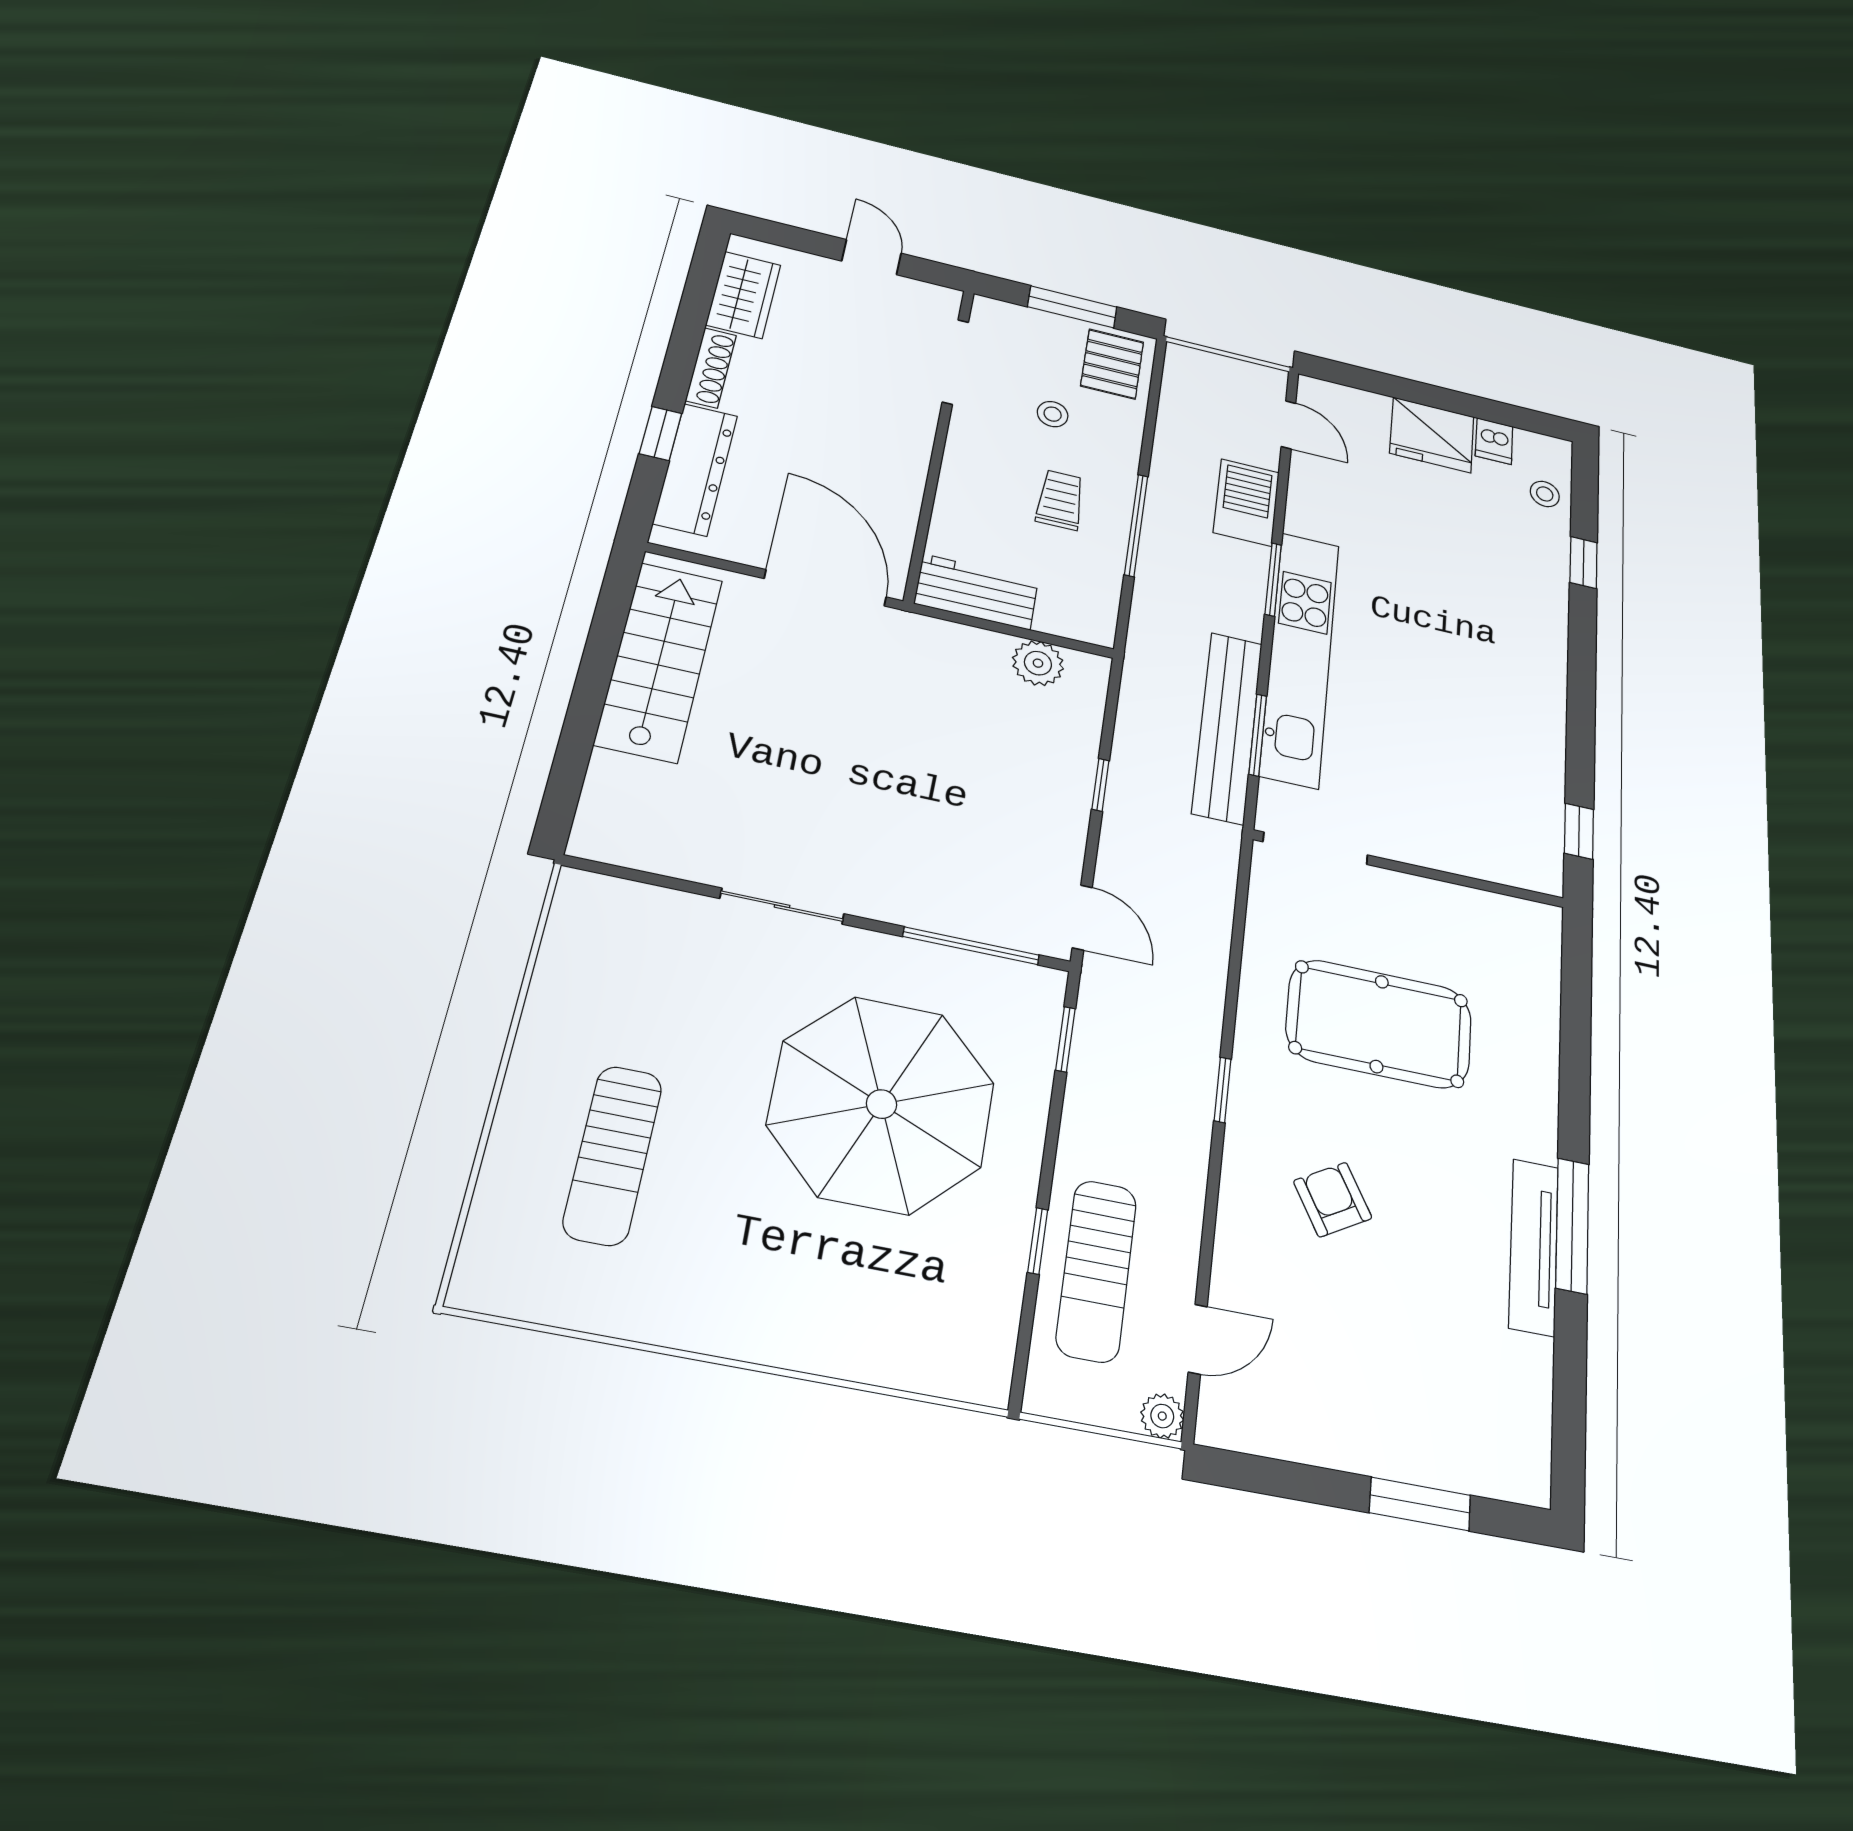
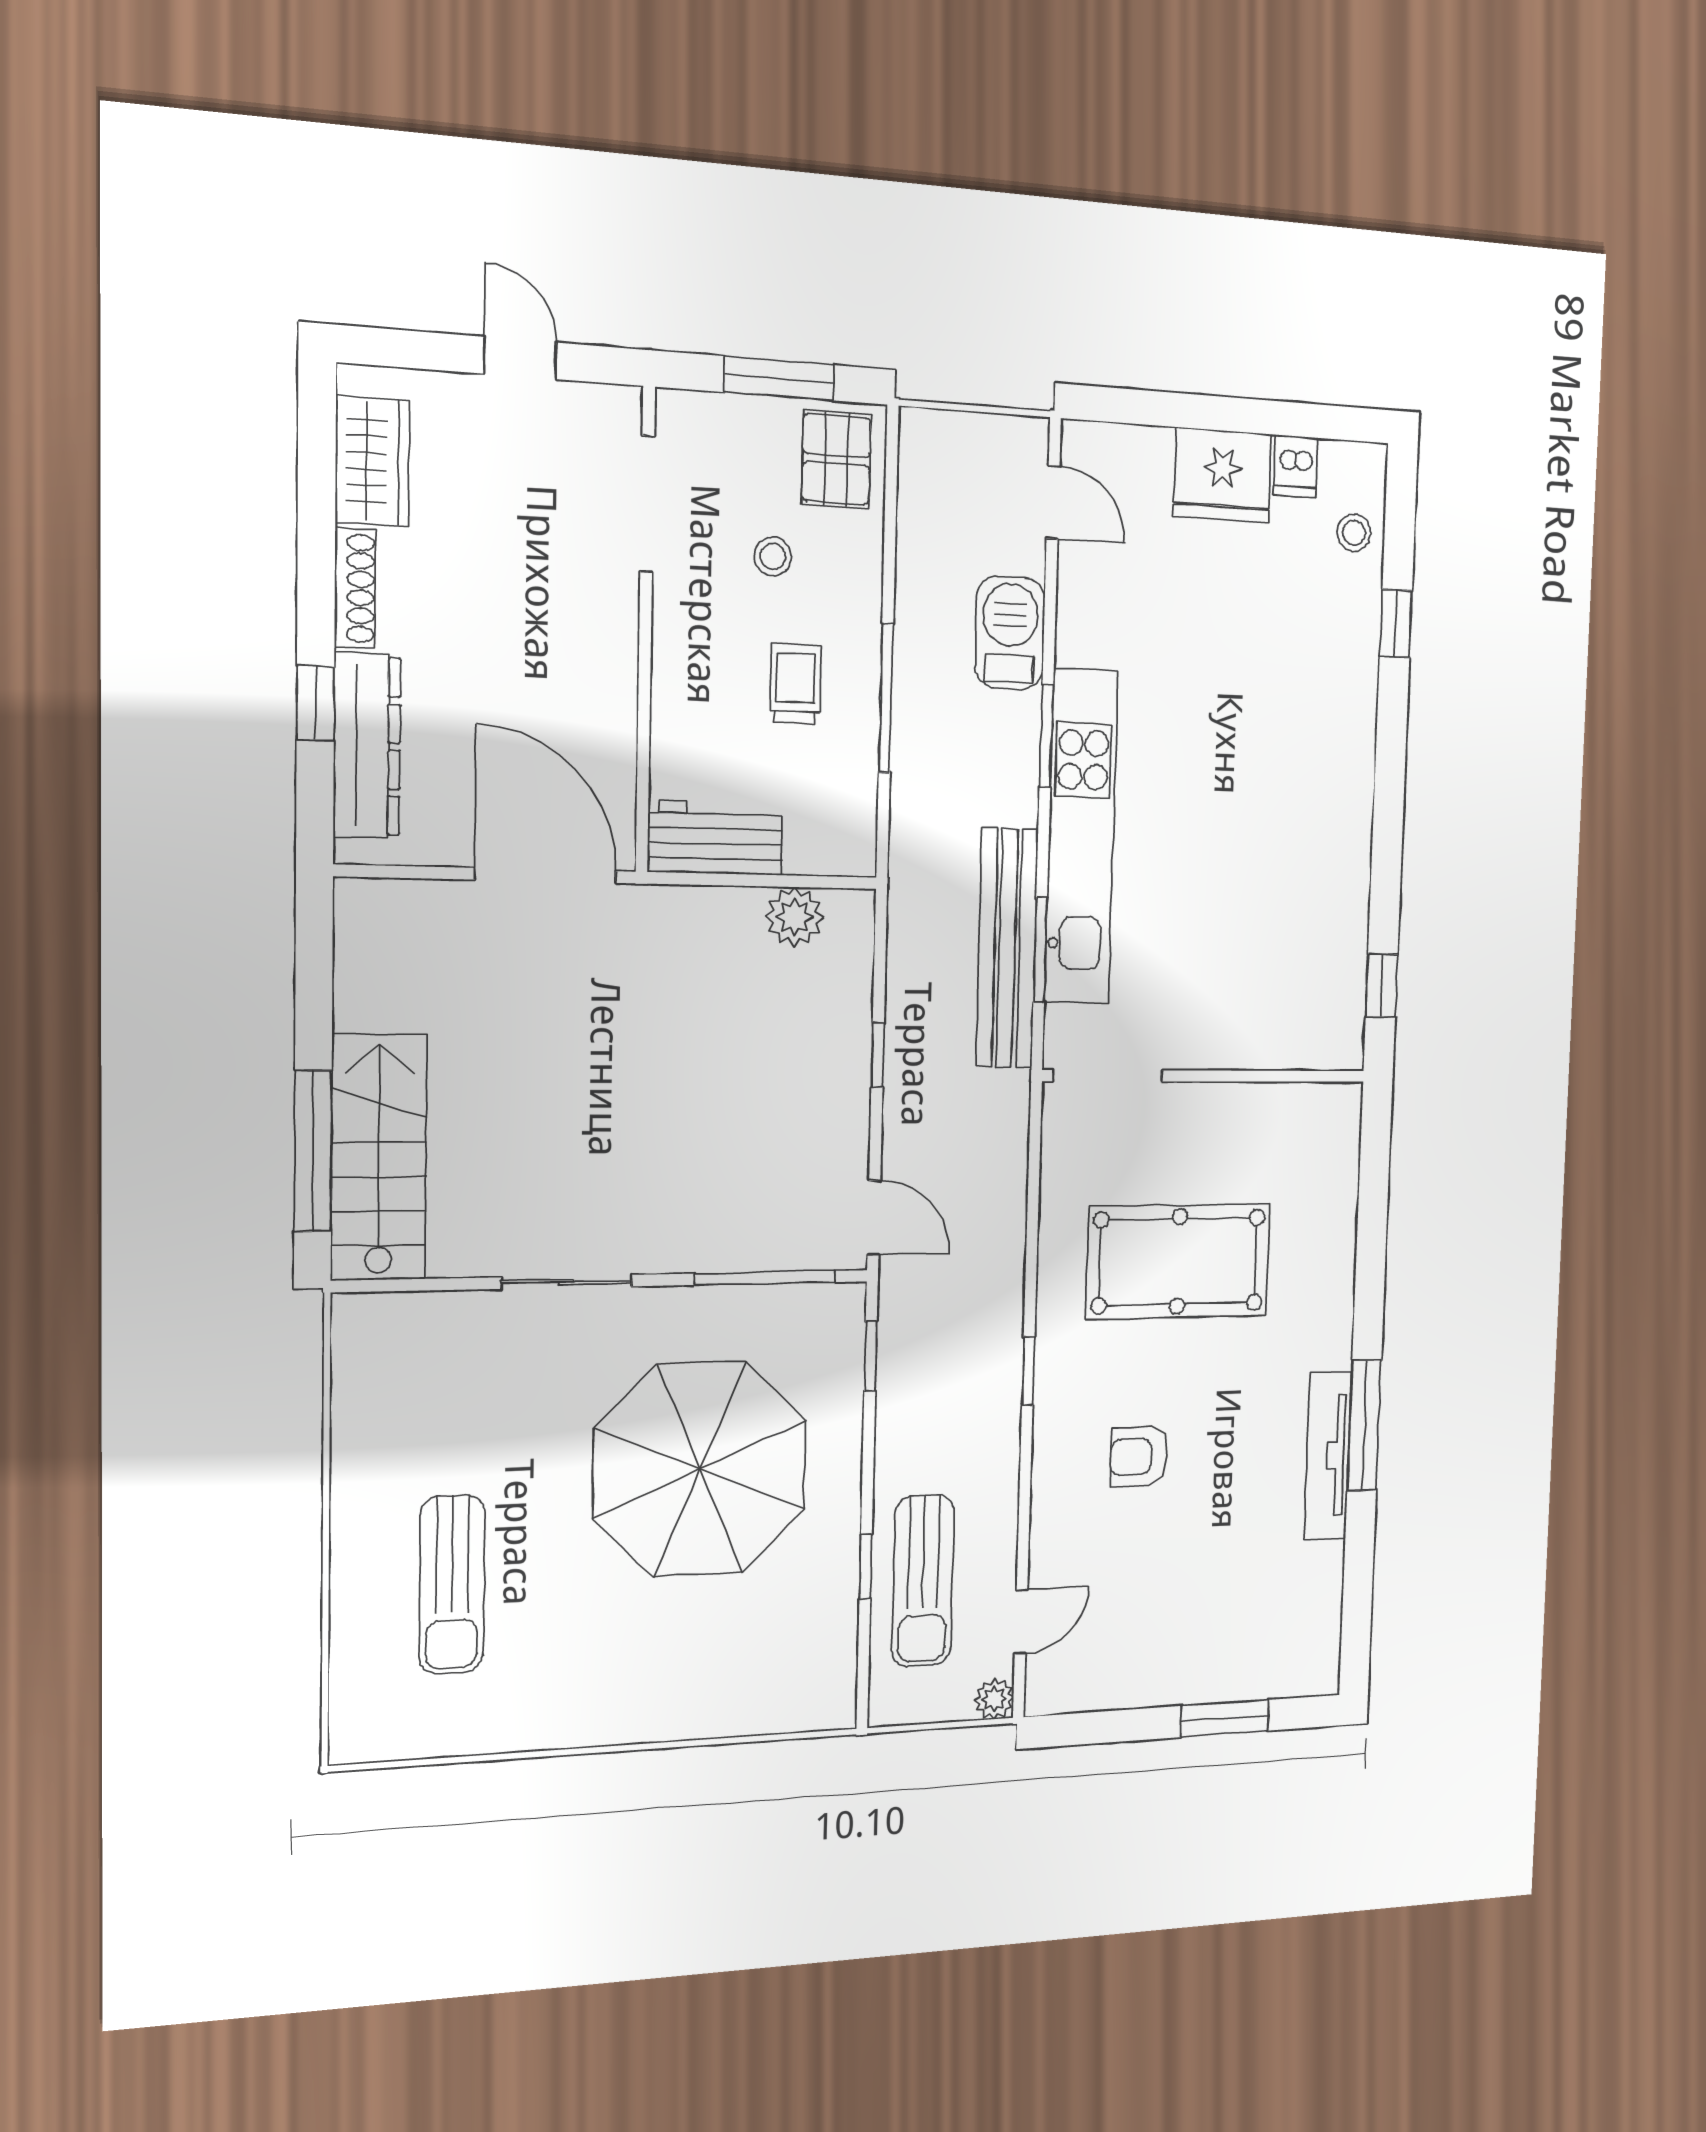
stairs: (659, 661) -> (379, 1157), moved
window: (575, 748) -> (313, 1151), added
armchair: (1333, 1200) -> (1139, 1456), turned -60

